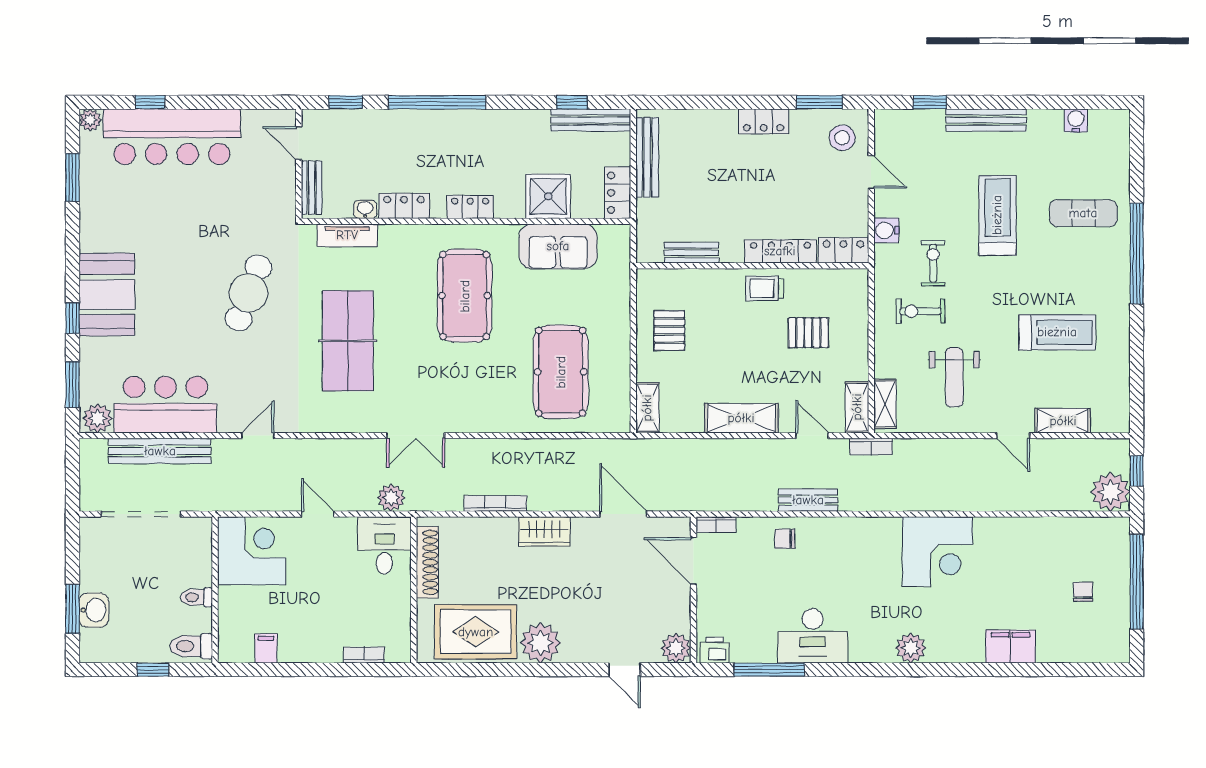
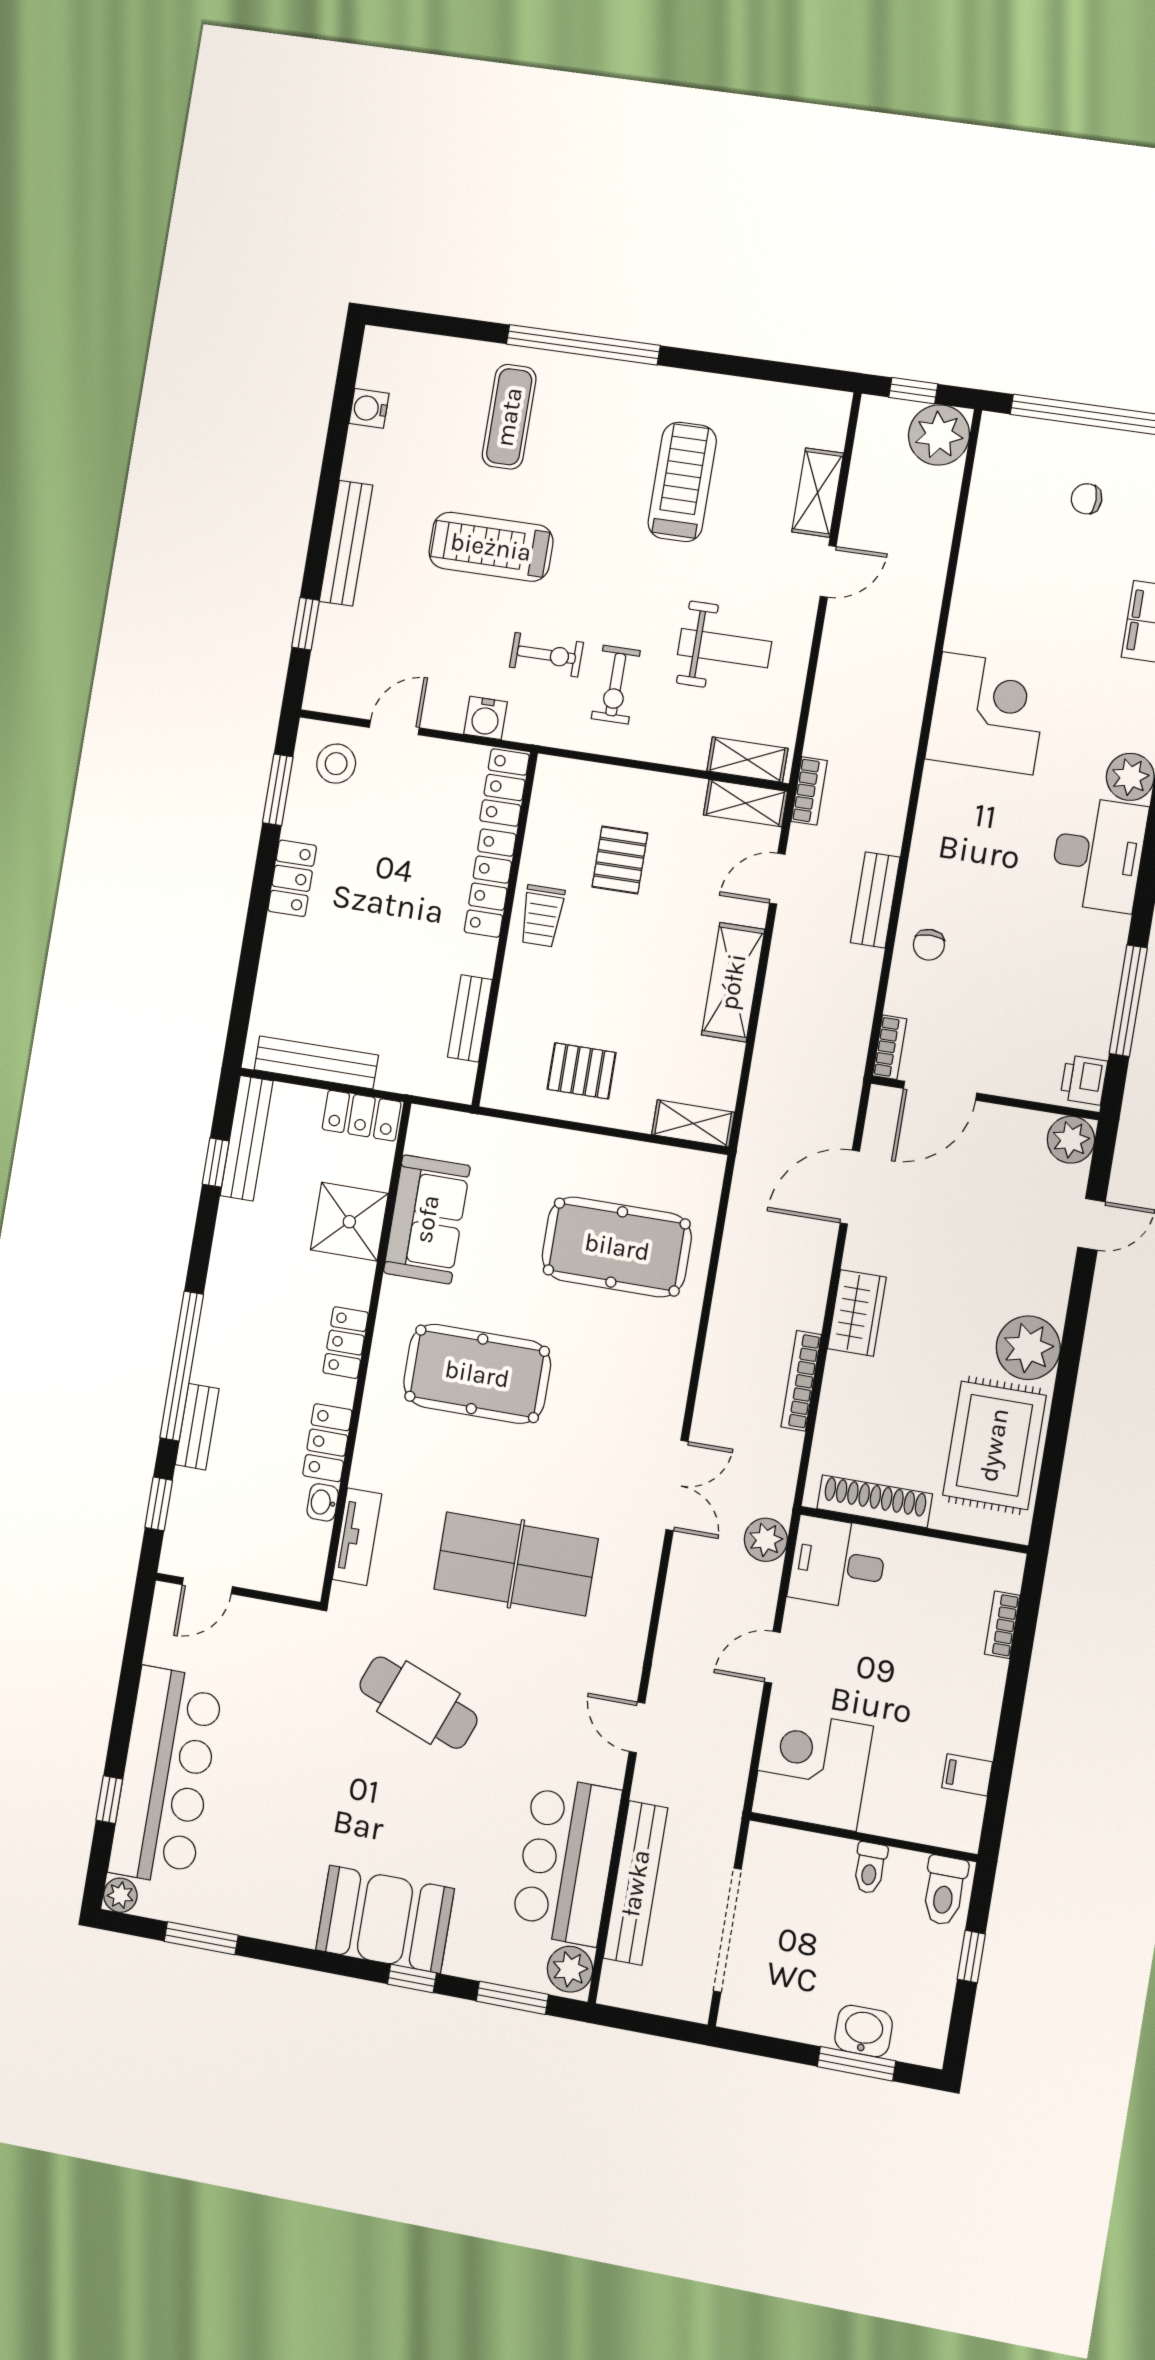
bench: (312, 188) -> (197, 1427), moved, turned 90
exercise bike: (933, 263) -> (546, 655), turned 180
desk: (813, 636) -> (1098, 854), moved

